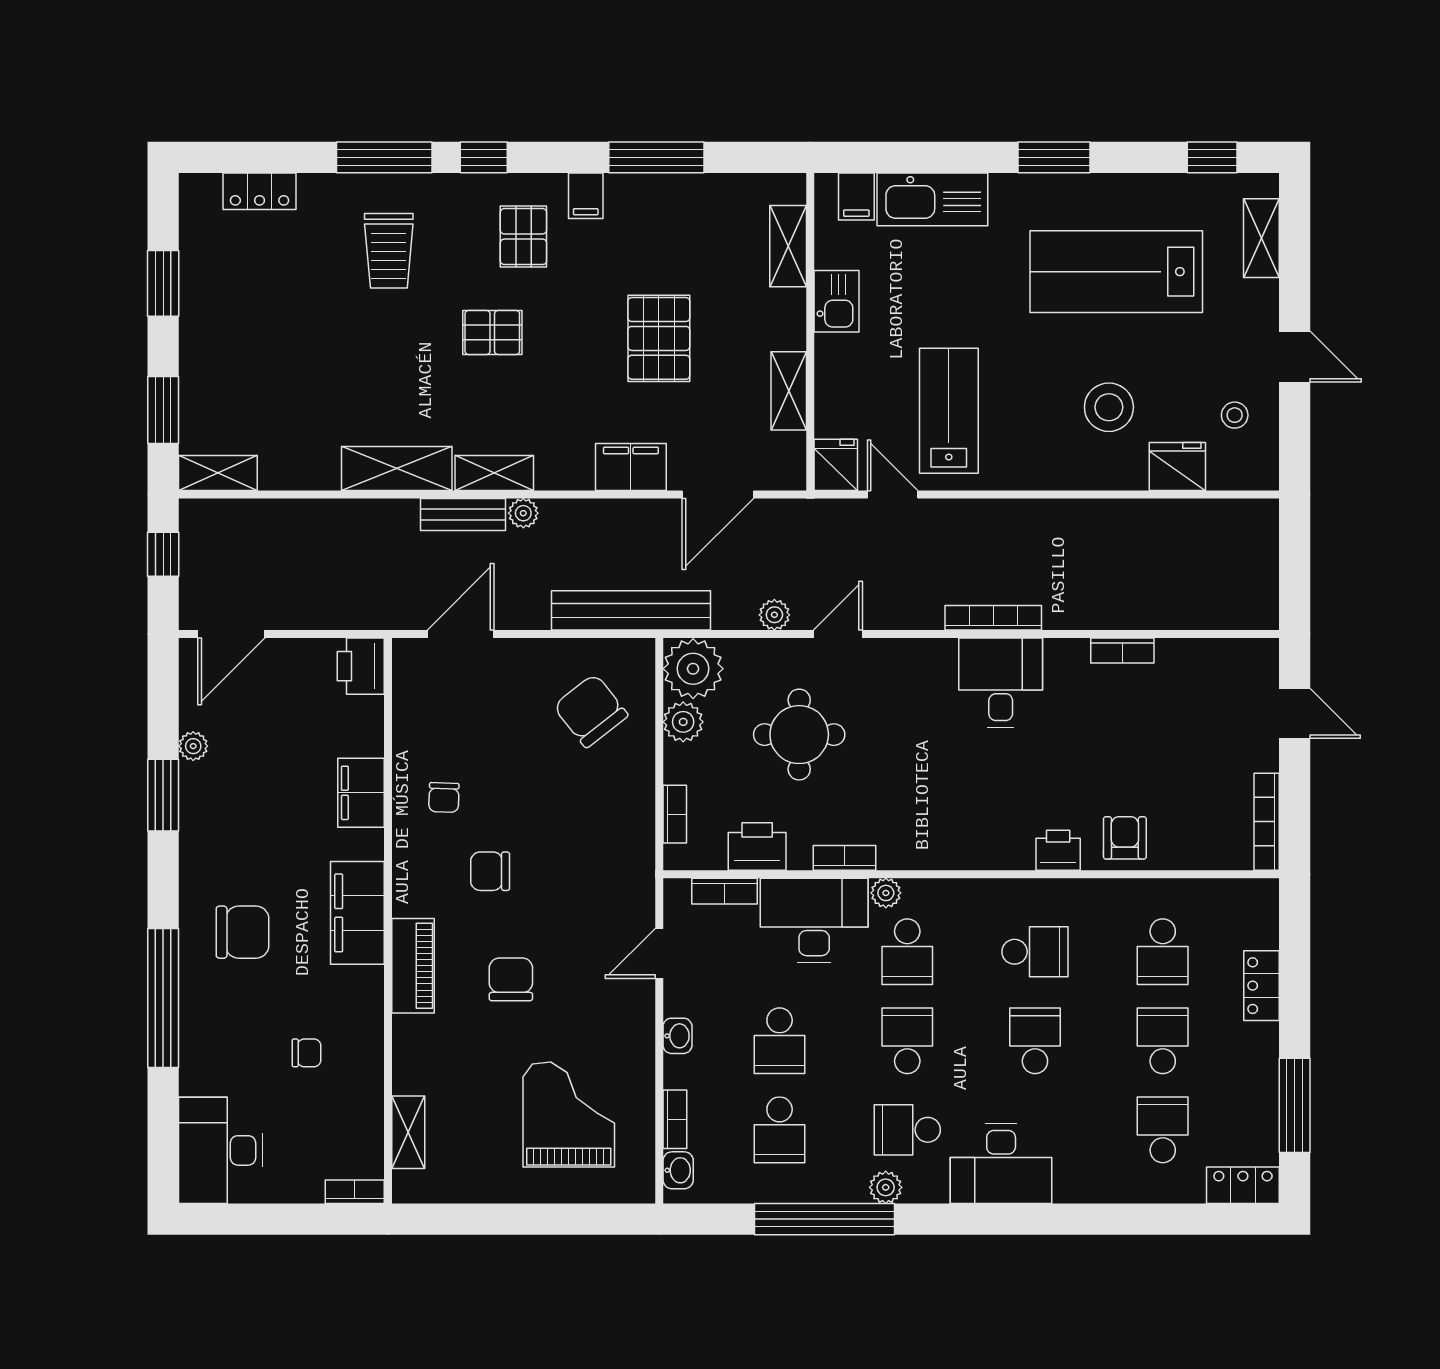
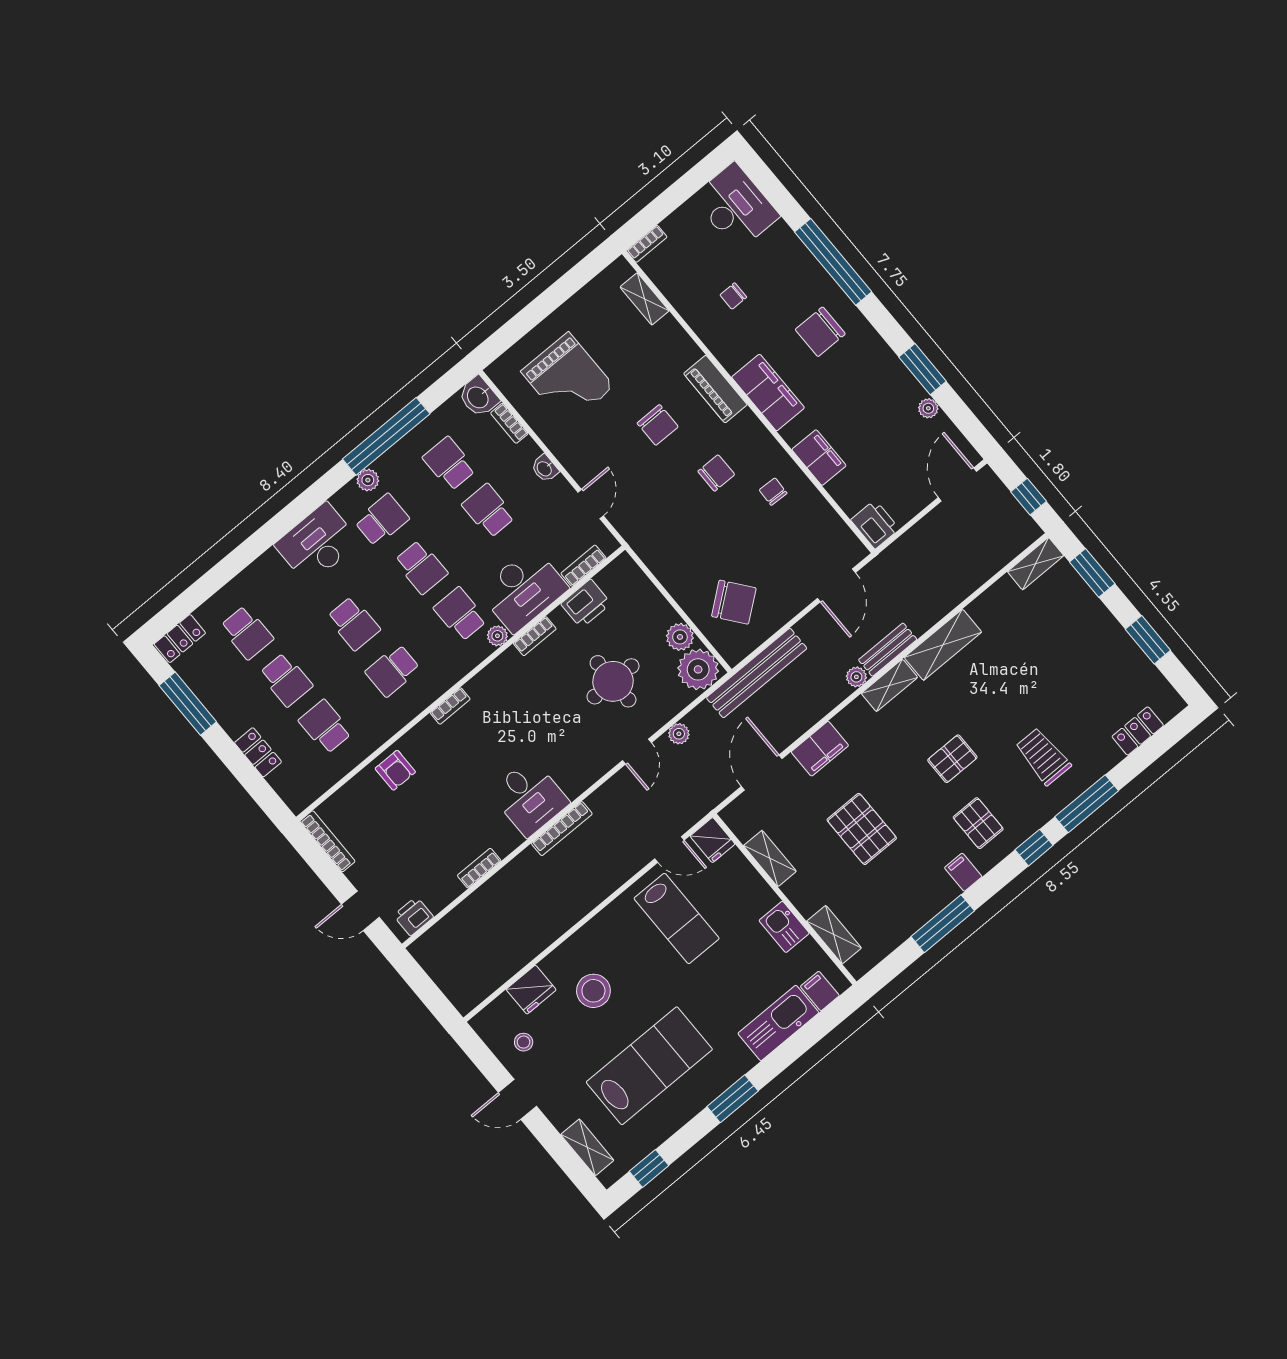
bookcase: (675, 814) -> (450, 706), moved, turned -90
printer: (1058, 850) -> (413, 916), moved, turned 180
washbasin: (678, 1170) -> (478, 397), width x1.38, depth x1.45

